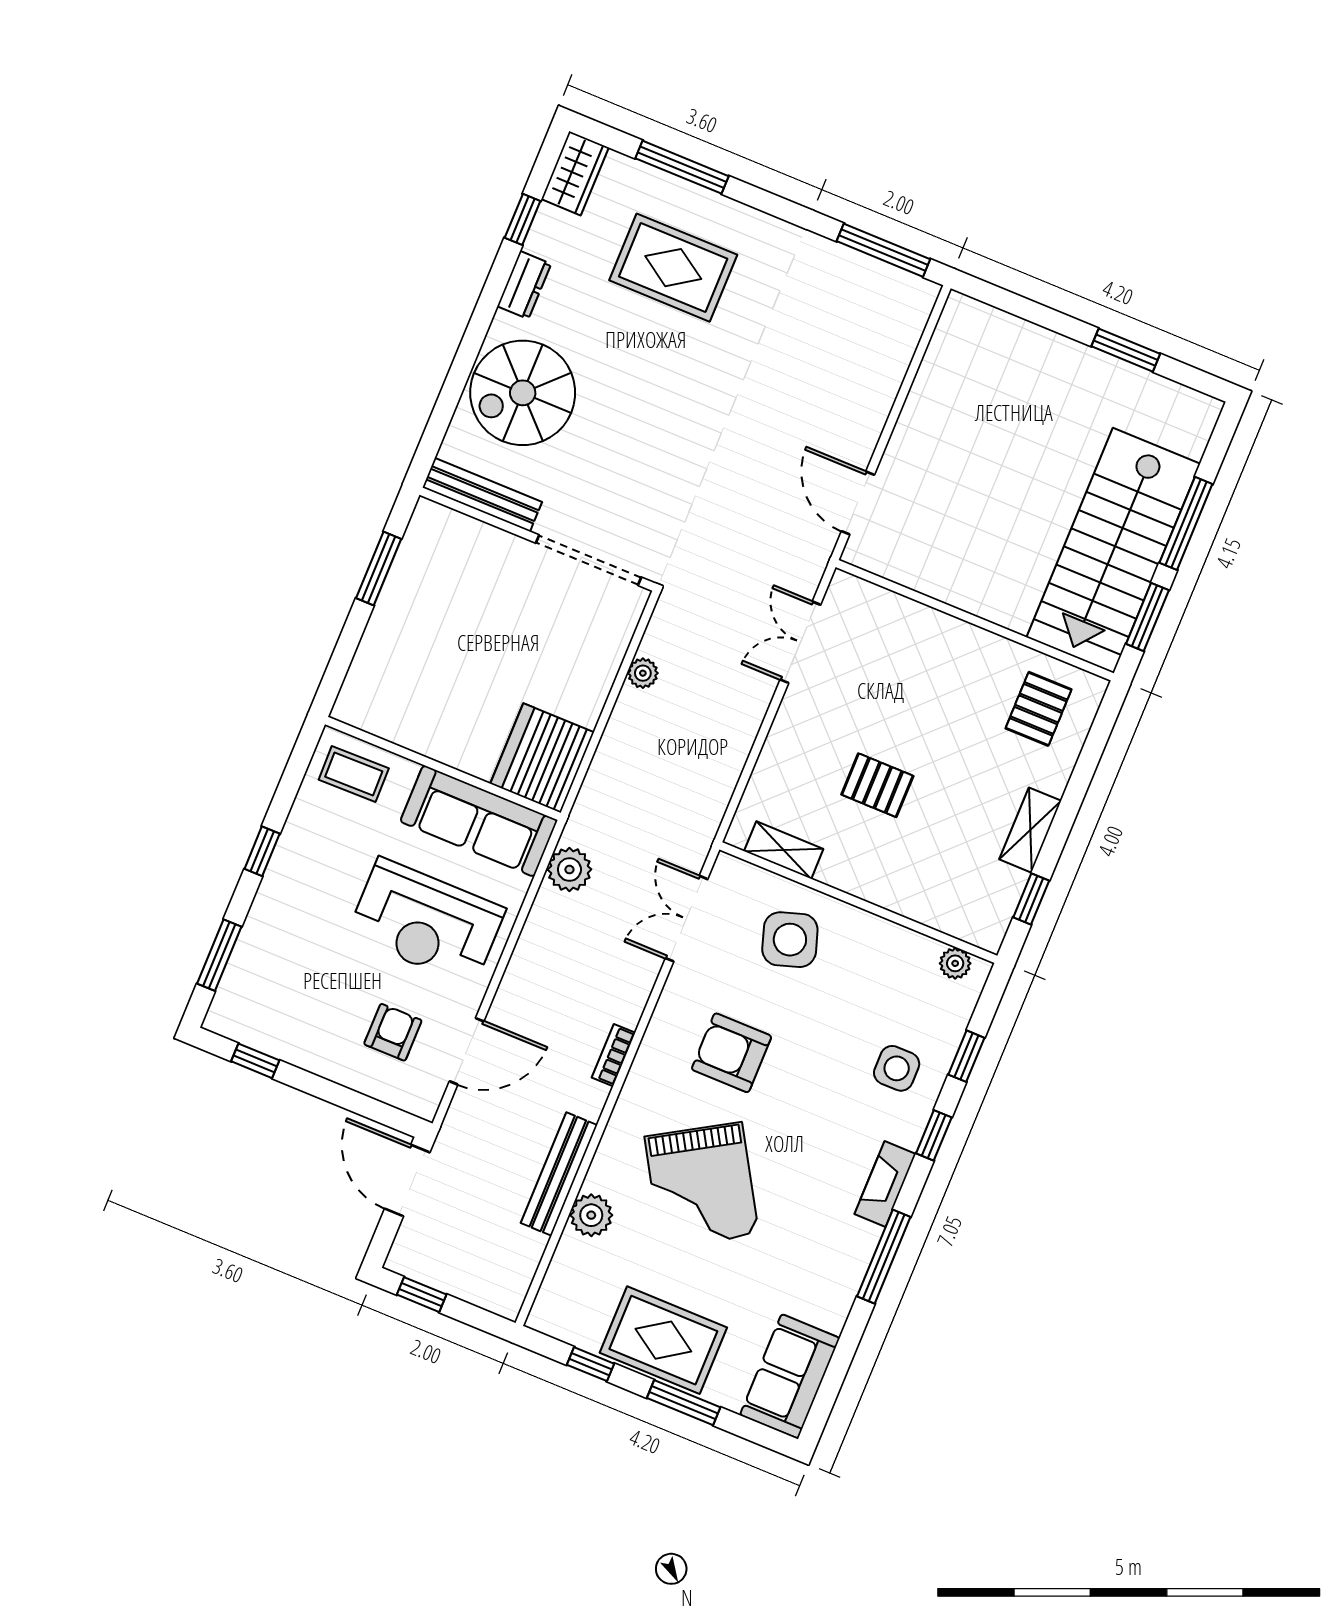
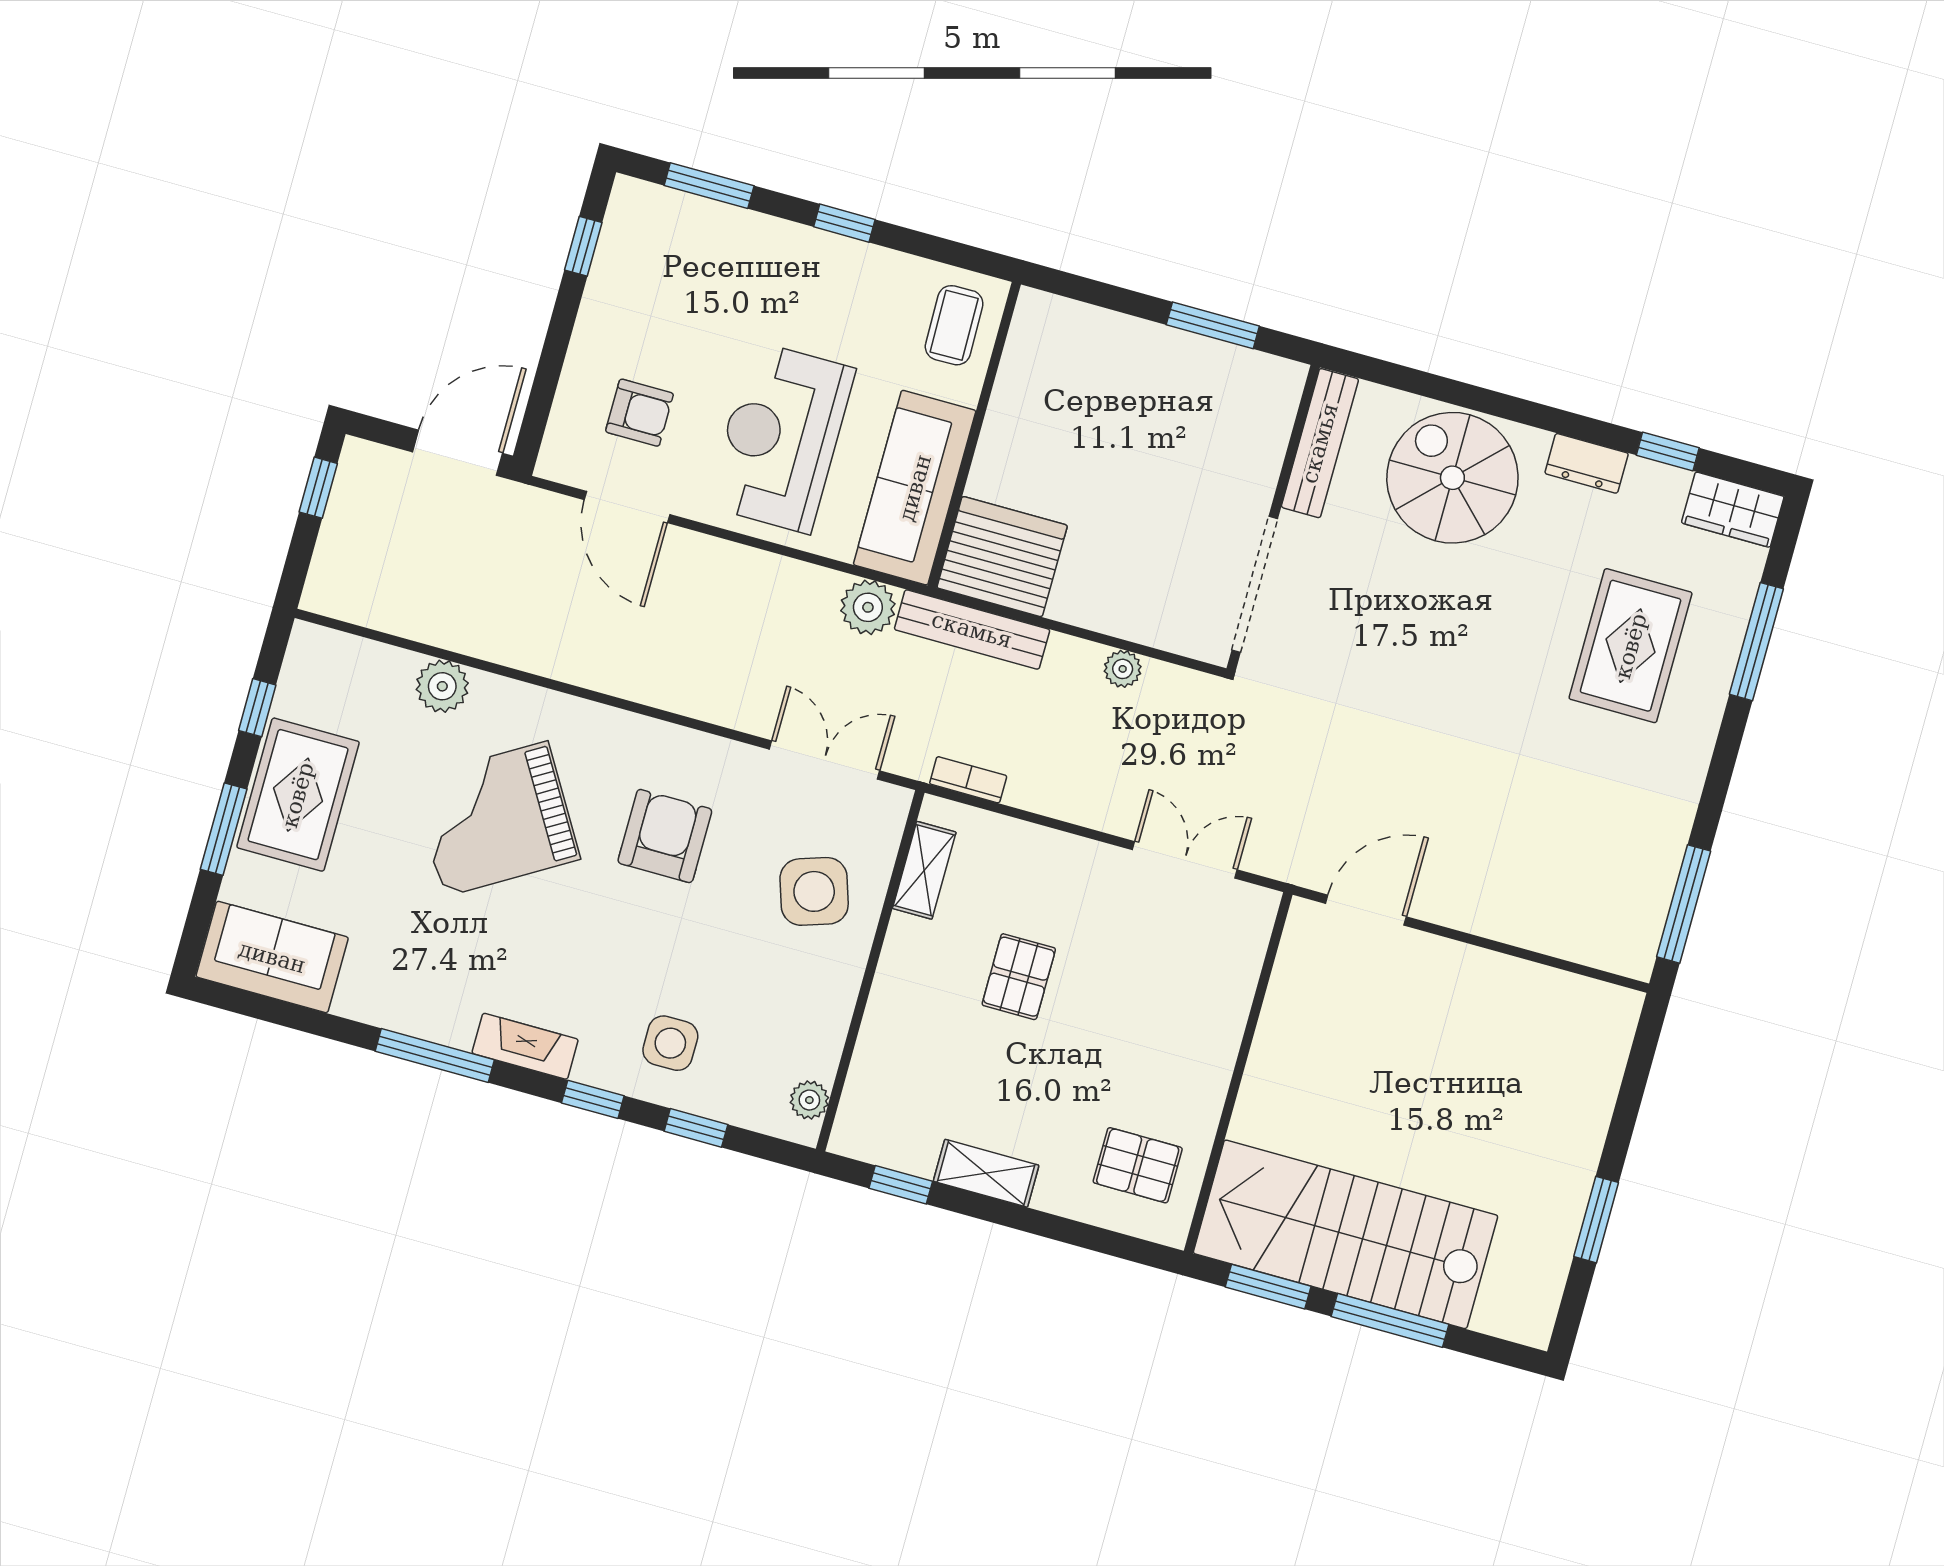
bookcase: (614, 1055) -> (968, 780), moved
bench: (559, 1174) -> (972, 630), moved

